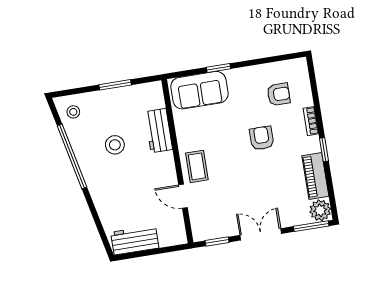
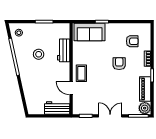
workbench: (135, 240) -> (57, 108), moved

